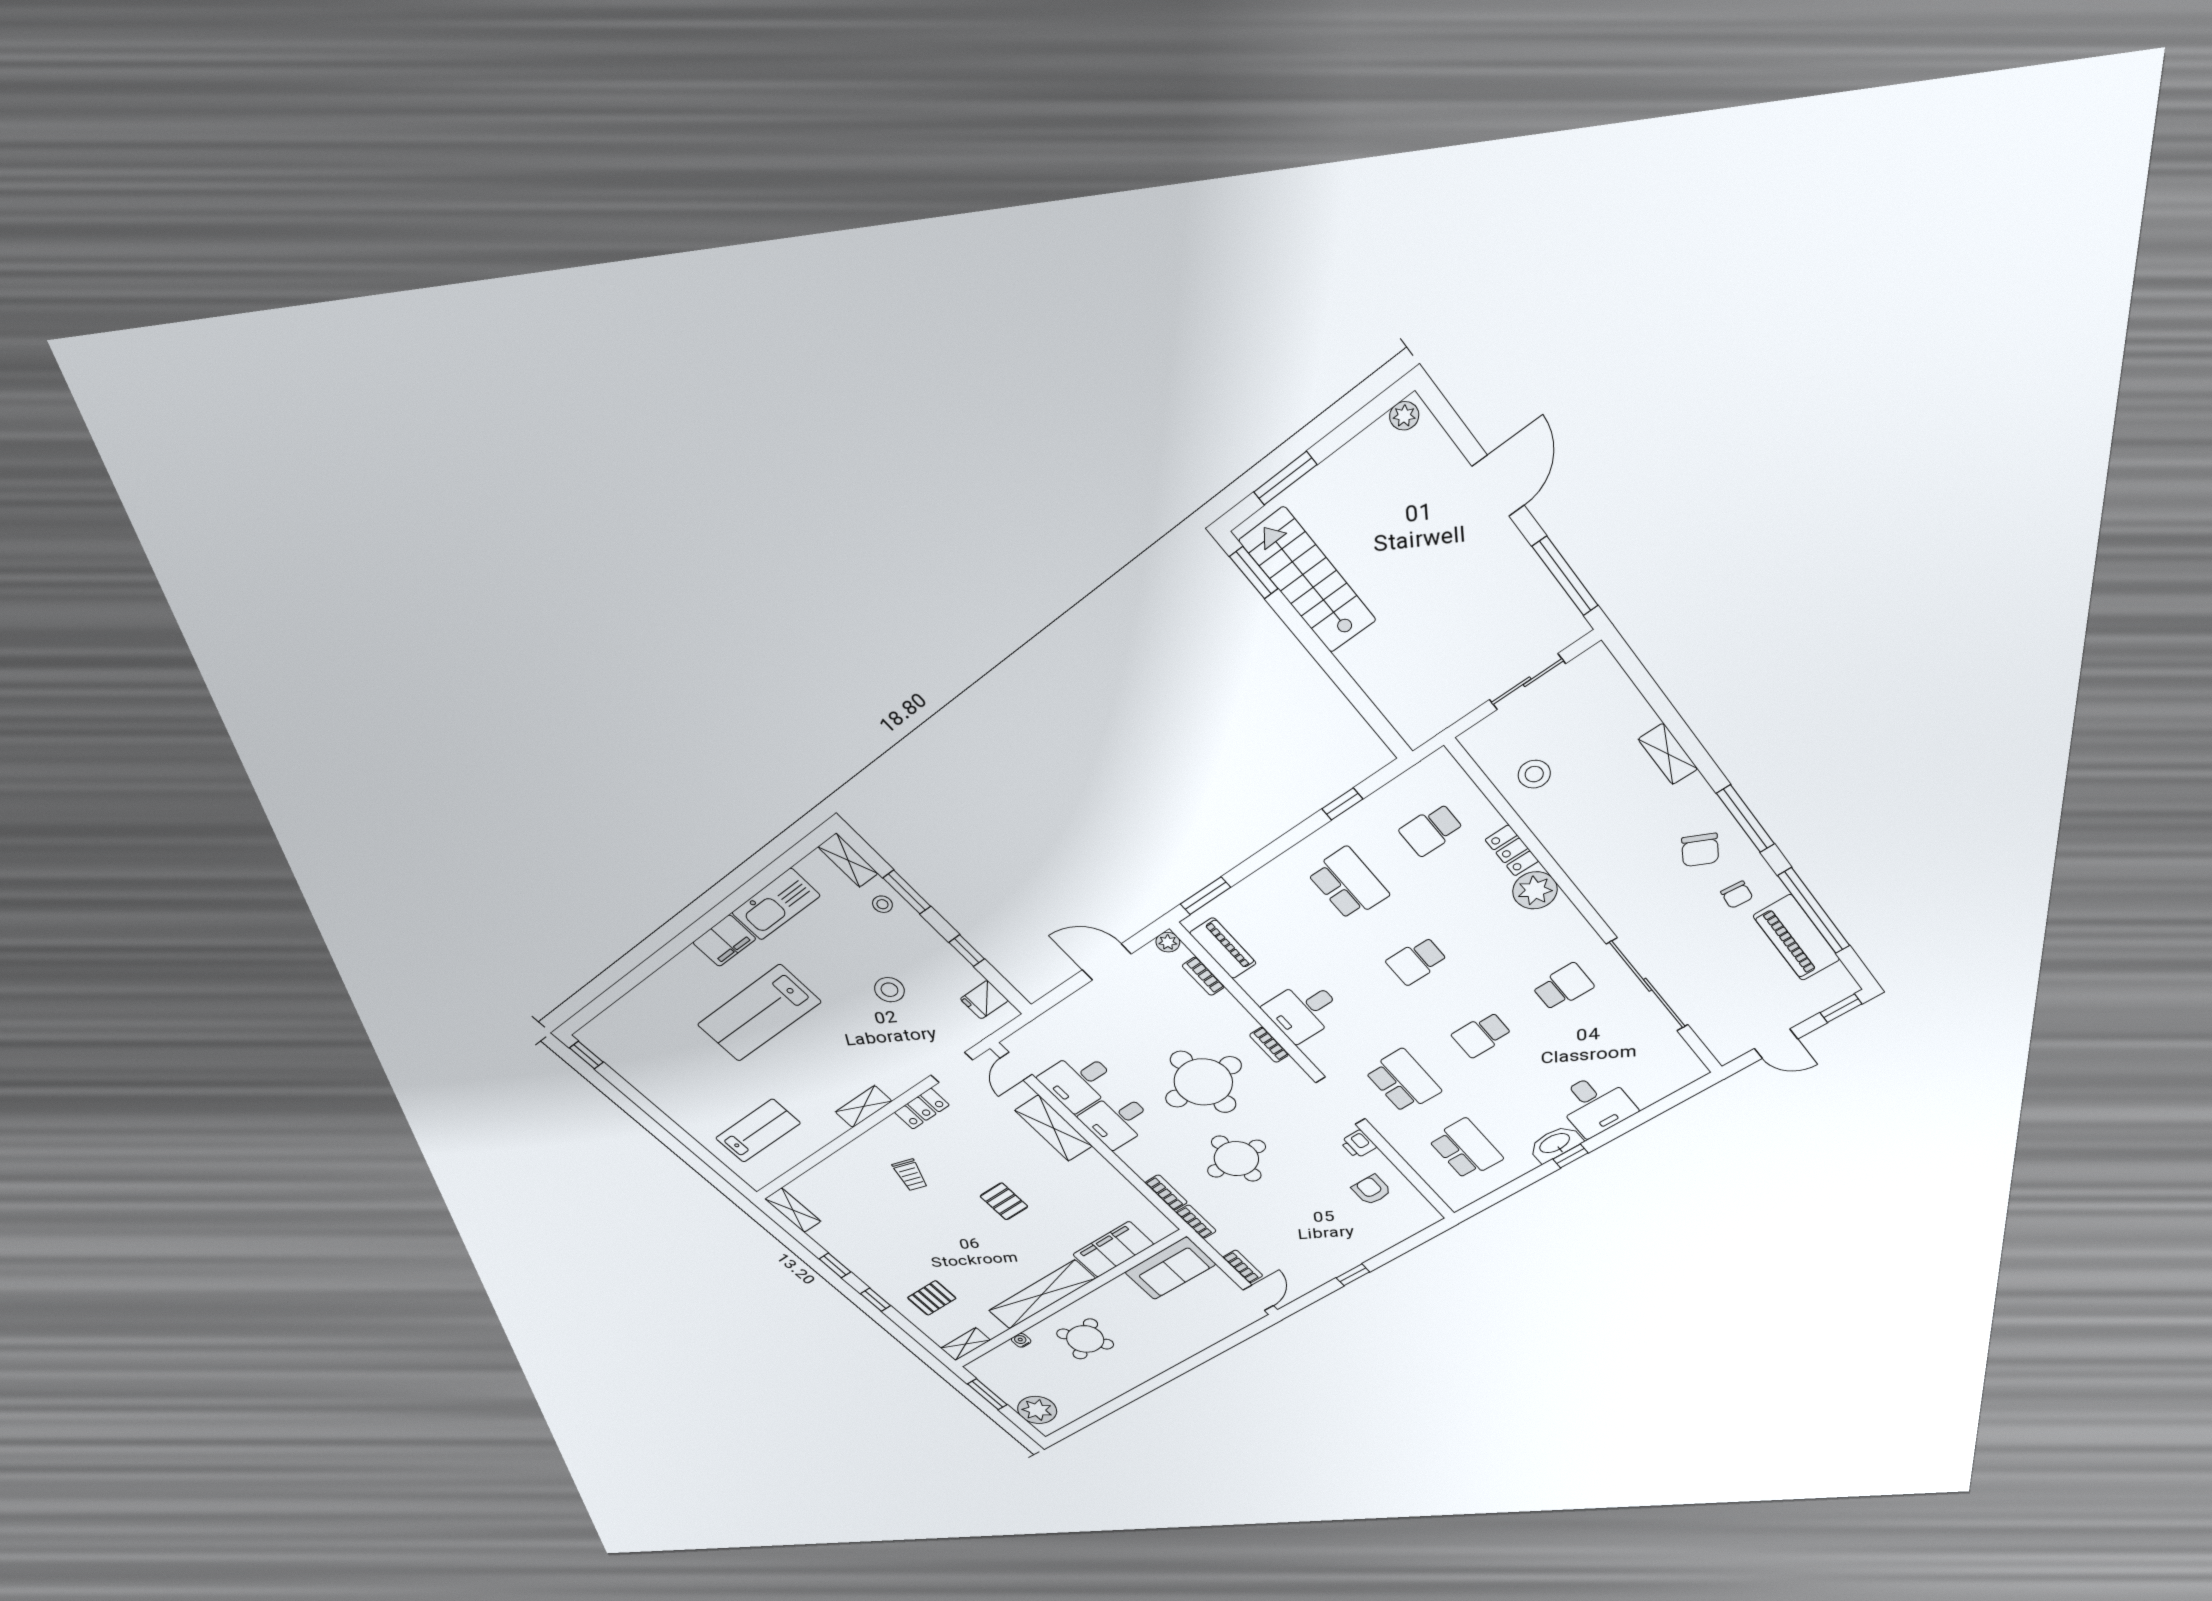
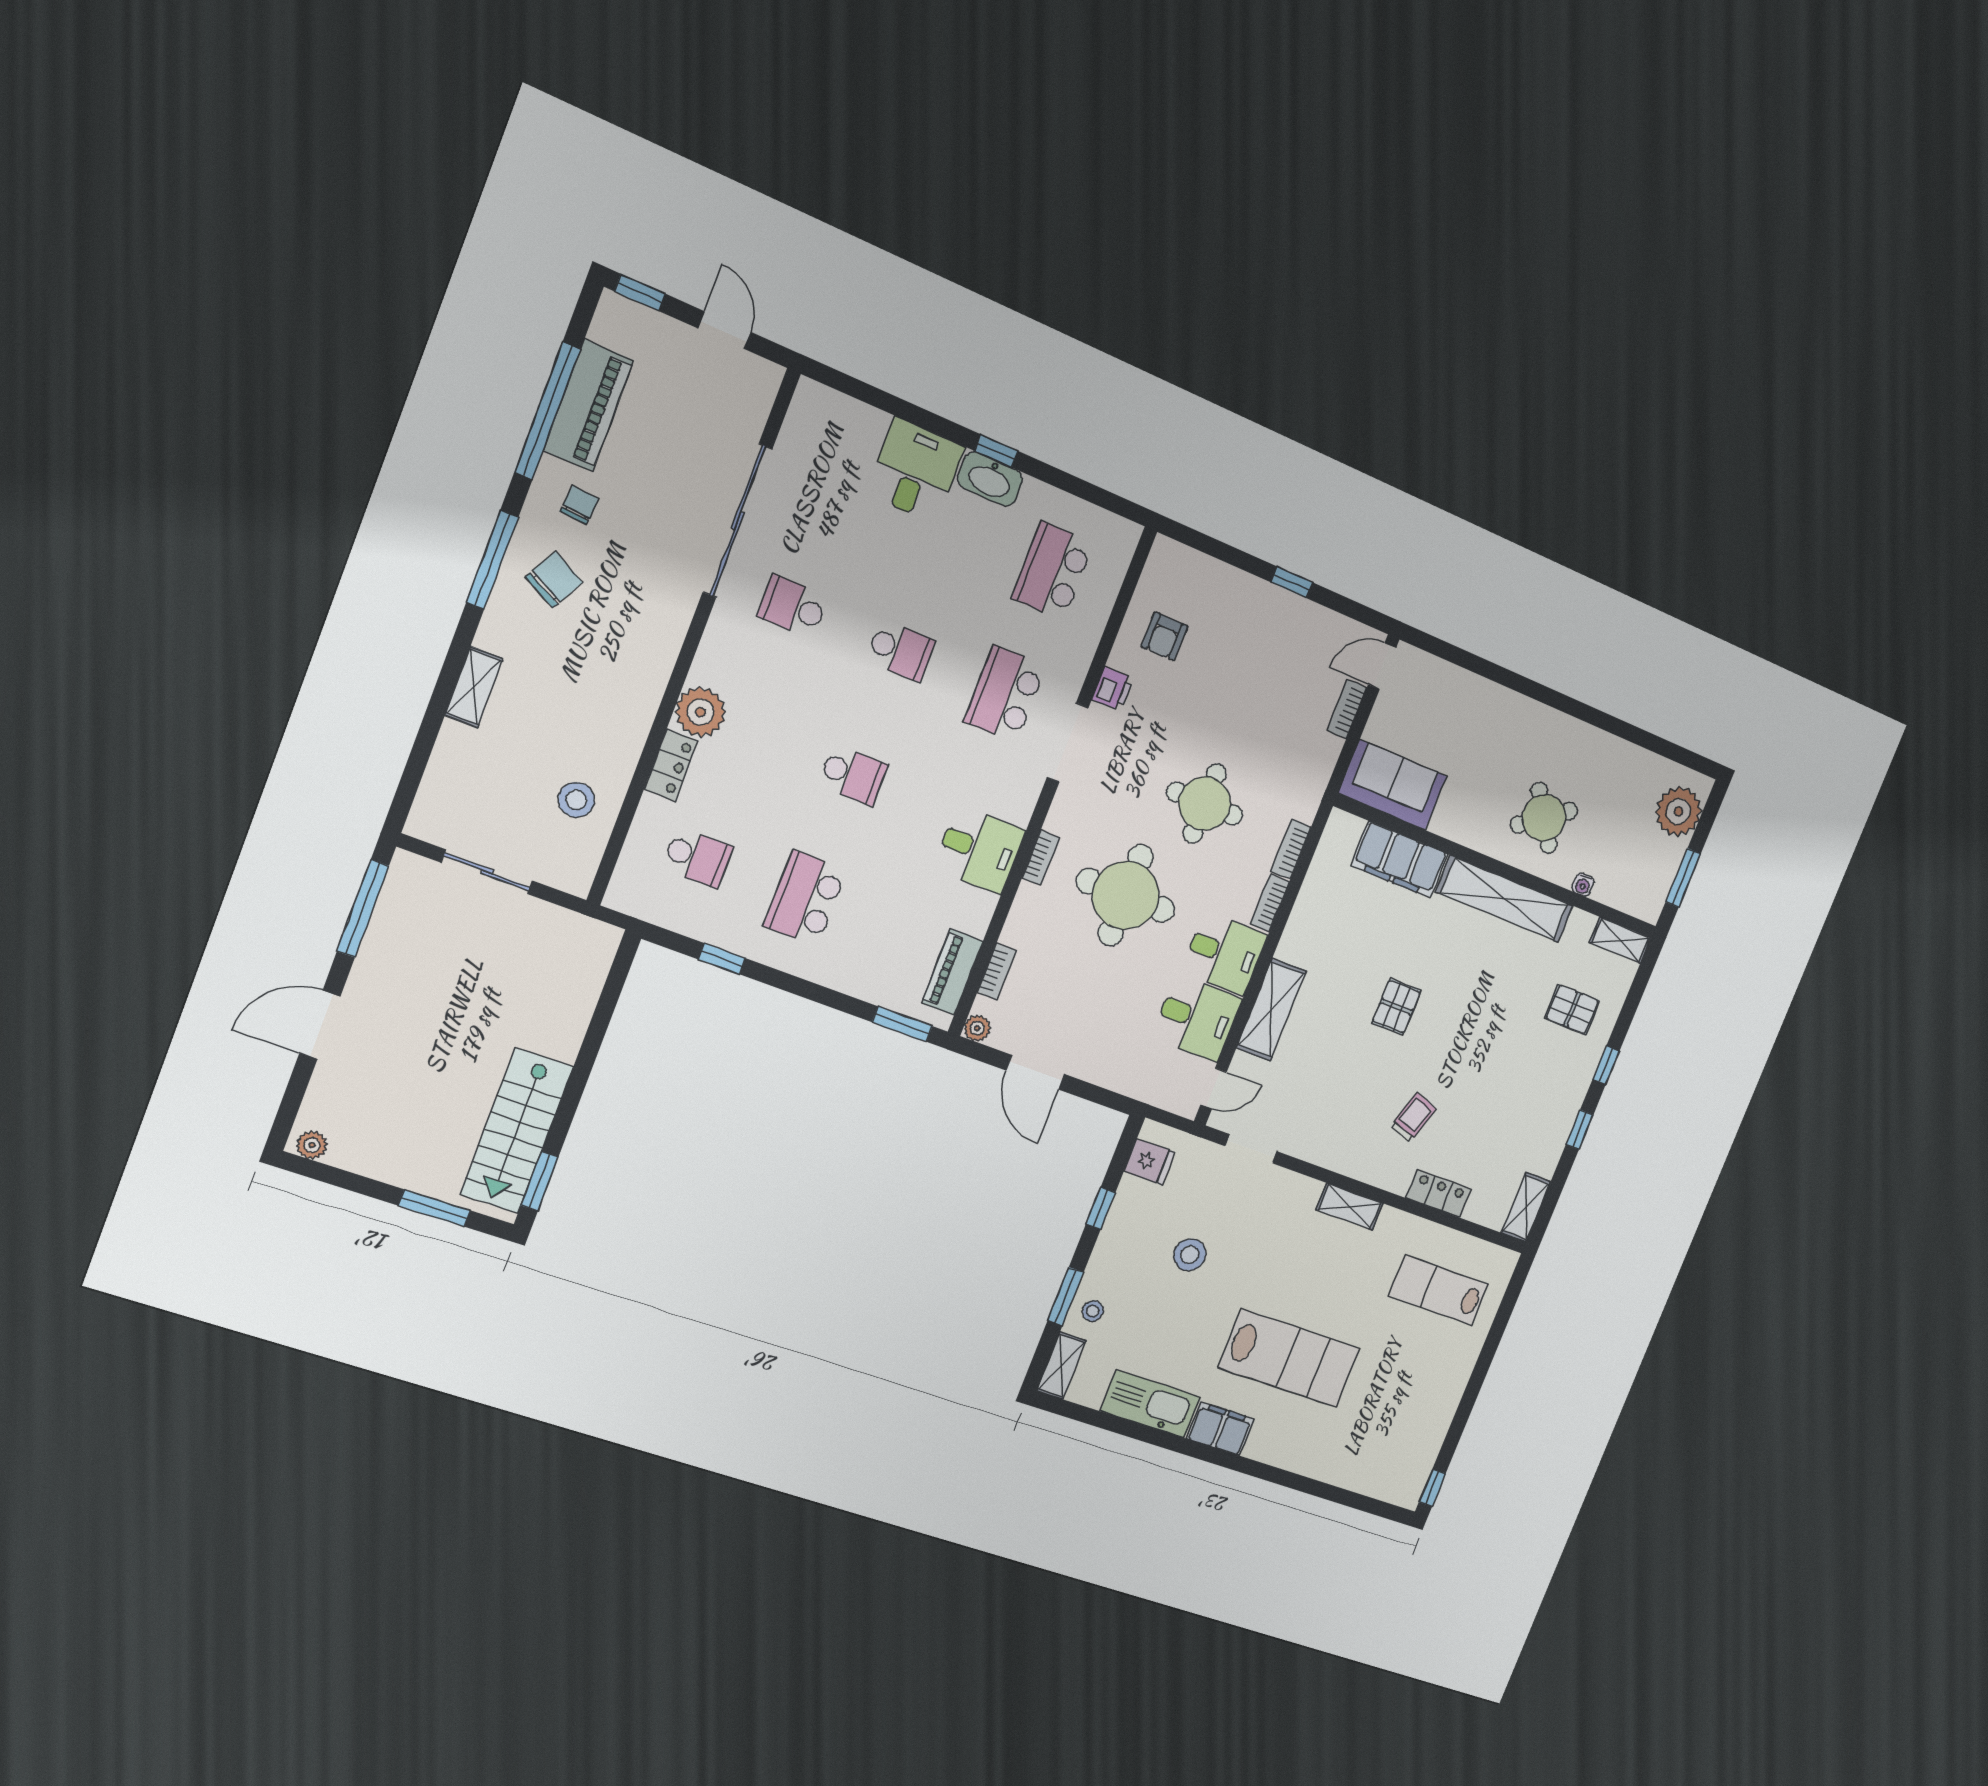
locker: (922, 1109) -> (1439, 1193), moved
bookcase: (1196, 1222) -> (1270, 903), moved

